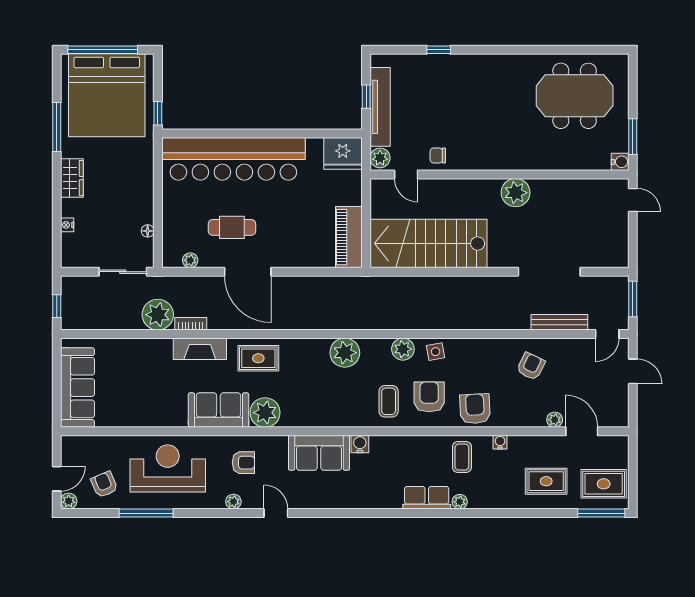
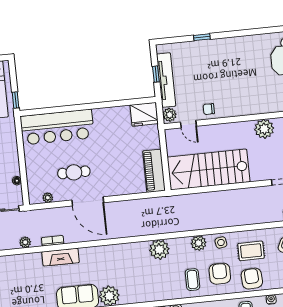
bar counter: (233, 159) -> (57, 127), width x0.73
plant: (158, 315) -> (25, 242), width x0.53, depth x0.53
rug: (258, 358) -> (251, 251), moved

